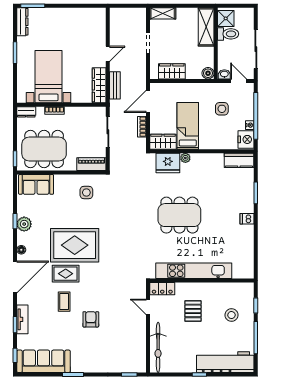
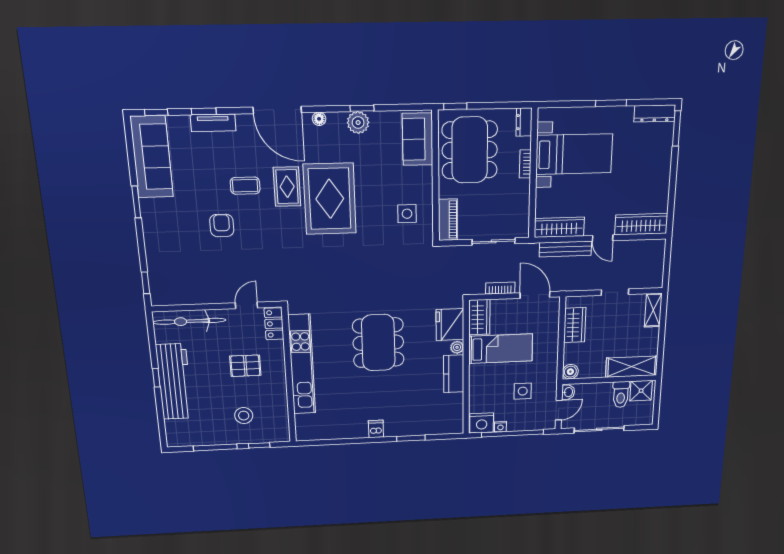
wardrobe: (99, 26) -> (641, 224), added
bench: (115, 85) -> (565, 249), width x1.36
kitchen counter: (239, 160) -> (454, 374), moved
armchair: (91, 319) -> (222, 226), turned -90
workbench: (225, 362) -> (174, 382), moved

